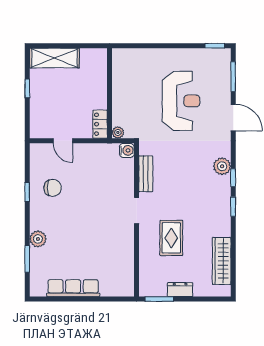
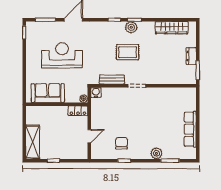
sofa: (126, 80) -> (48, 93), added
plant: (222, 166) -> (131, 27), moved
rug: (171, 238) -> (128, 52), moved

